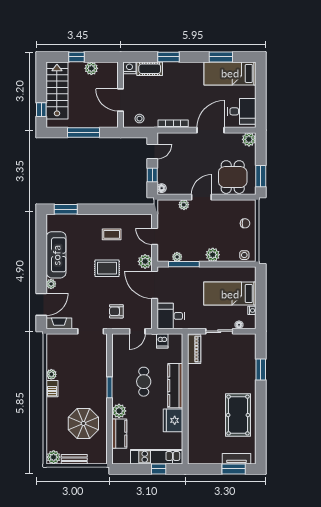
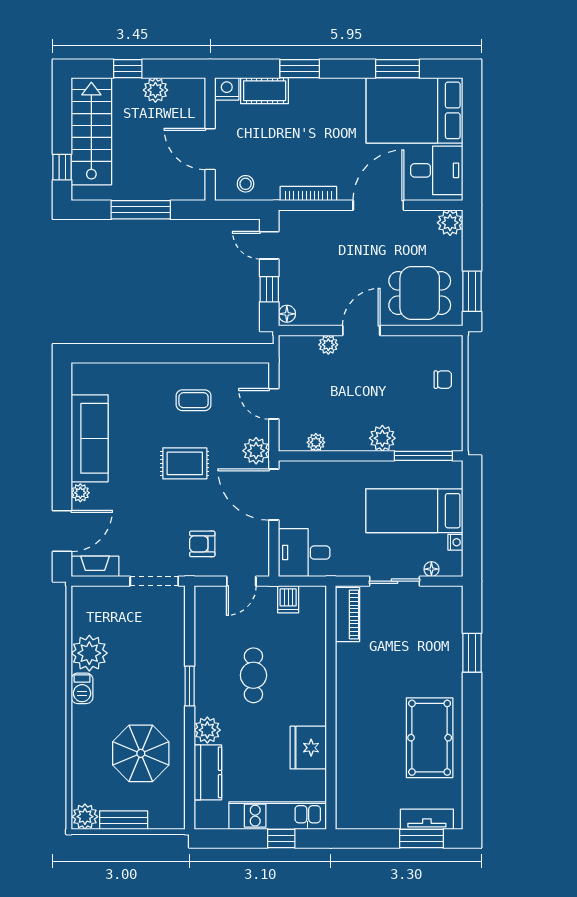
bed: (230, 73) -> (415, 110), width x1.50
door: (152, 151) -> (269, 245), swing flipped
dining table: (233, 177) -> (420, 293), turned 90
window: (66, 209) -> (108, 353), removed
side table: (244, 255) -> (441, 439), removed
window: (184, 264) -> (423, 456), moved
plant: (51, 374) -> (89, 653), width x1.88, depth x1.88
kitchen counter: (175, 386) -> (312, 683), removed

